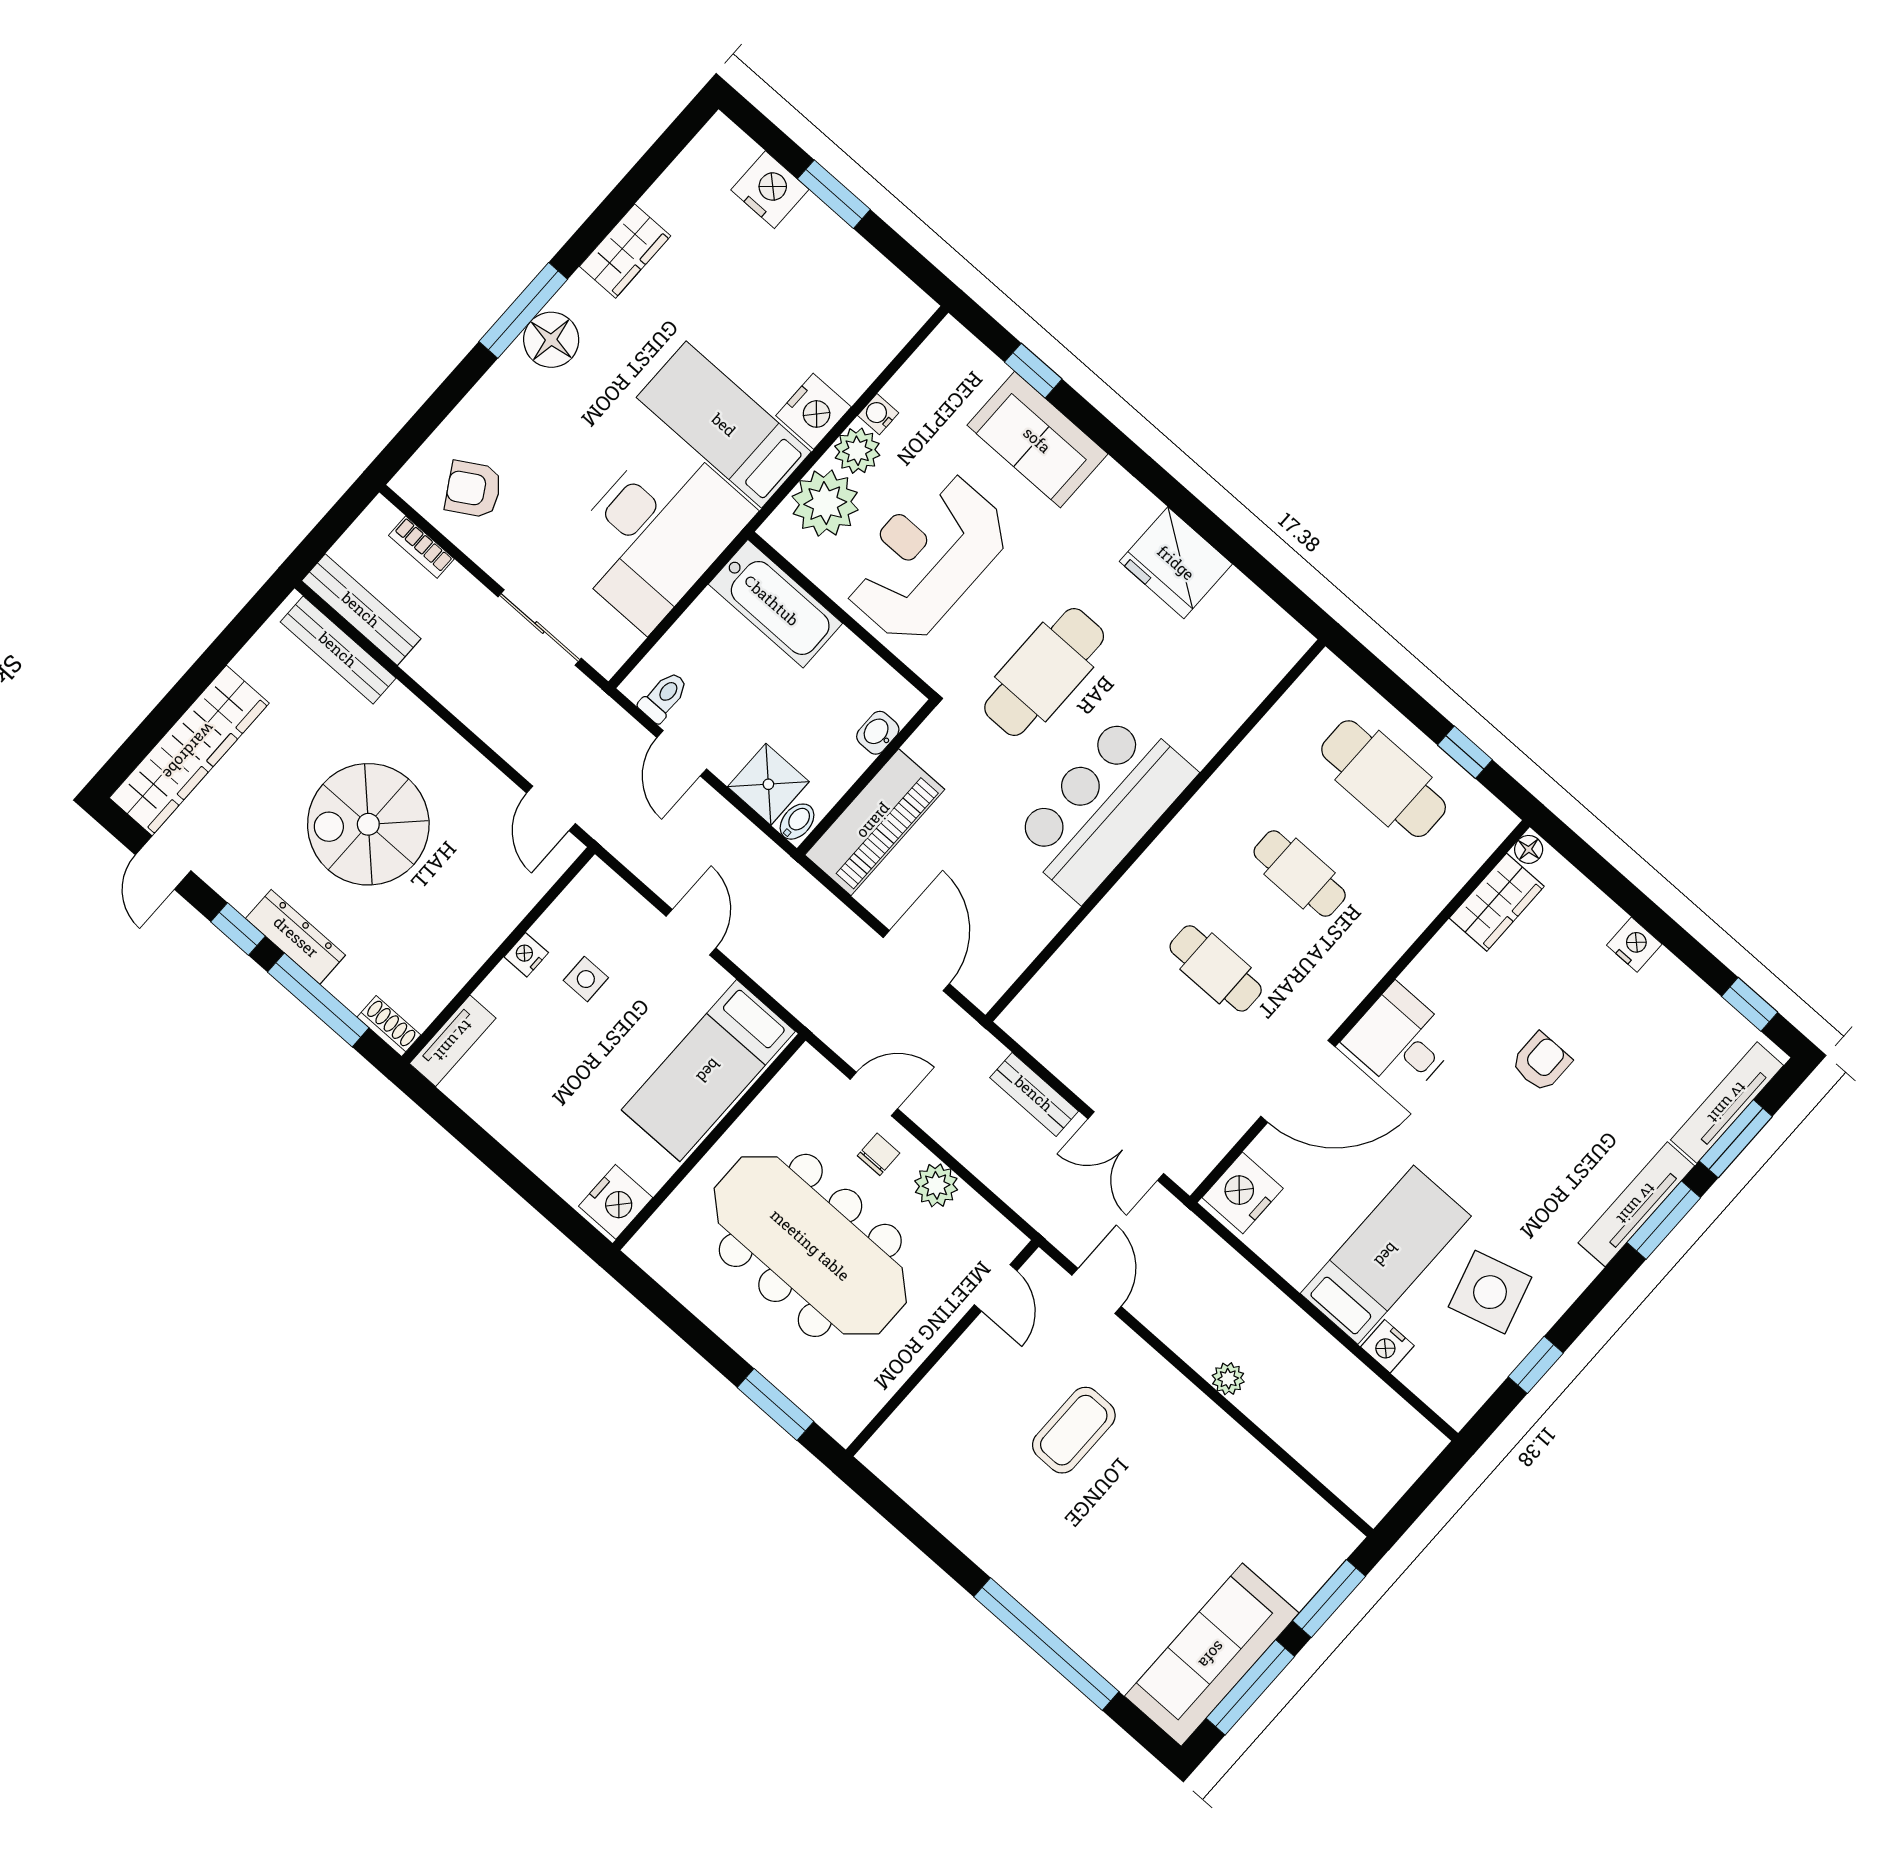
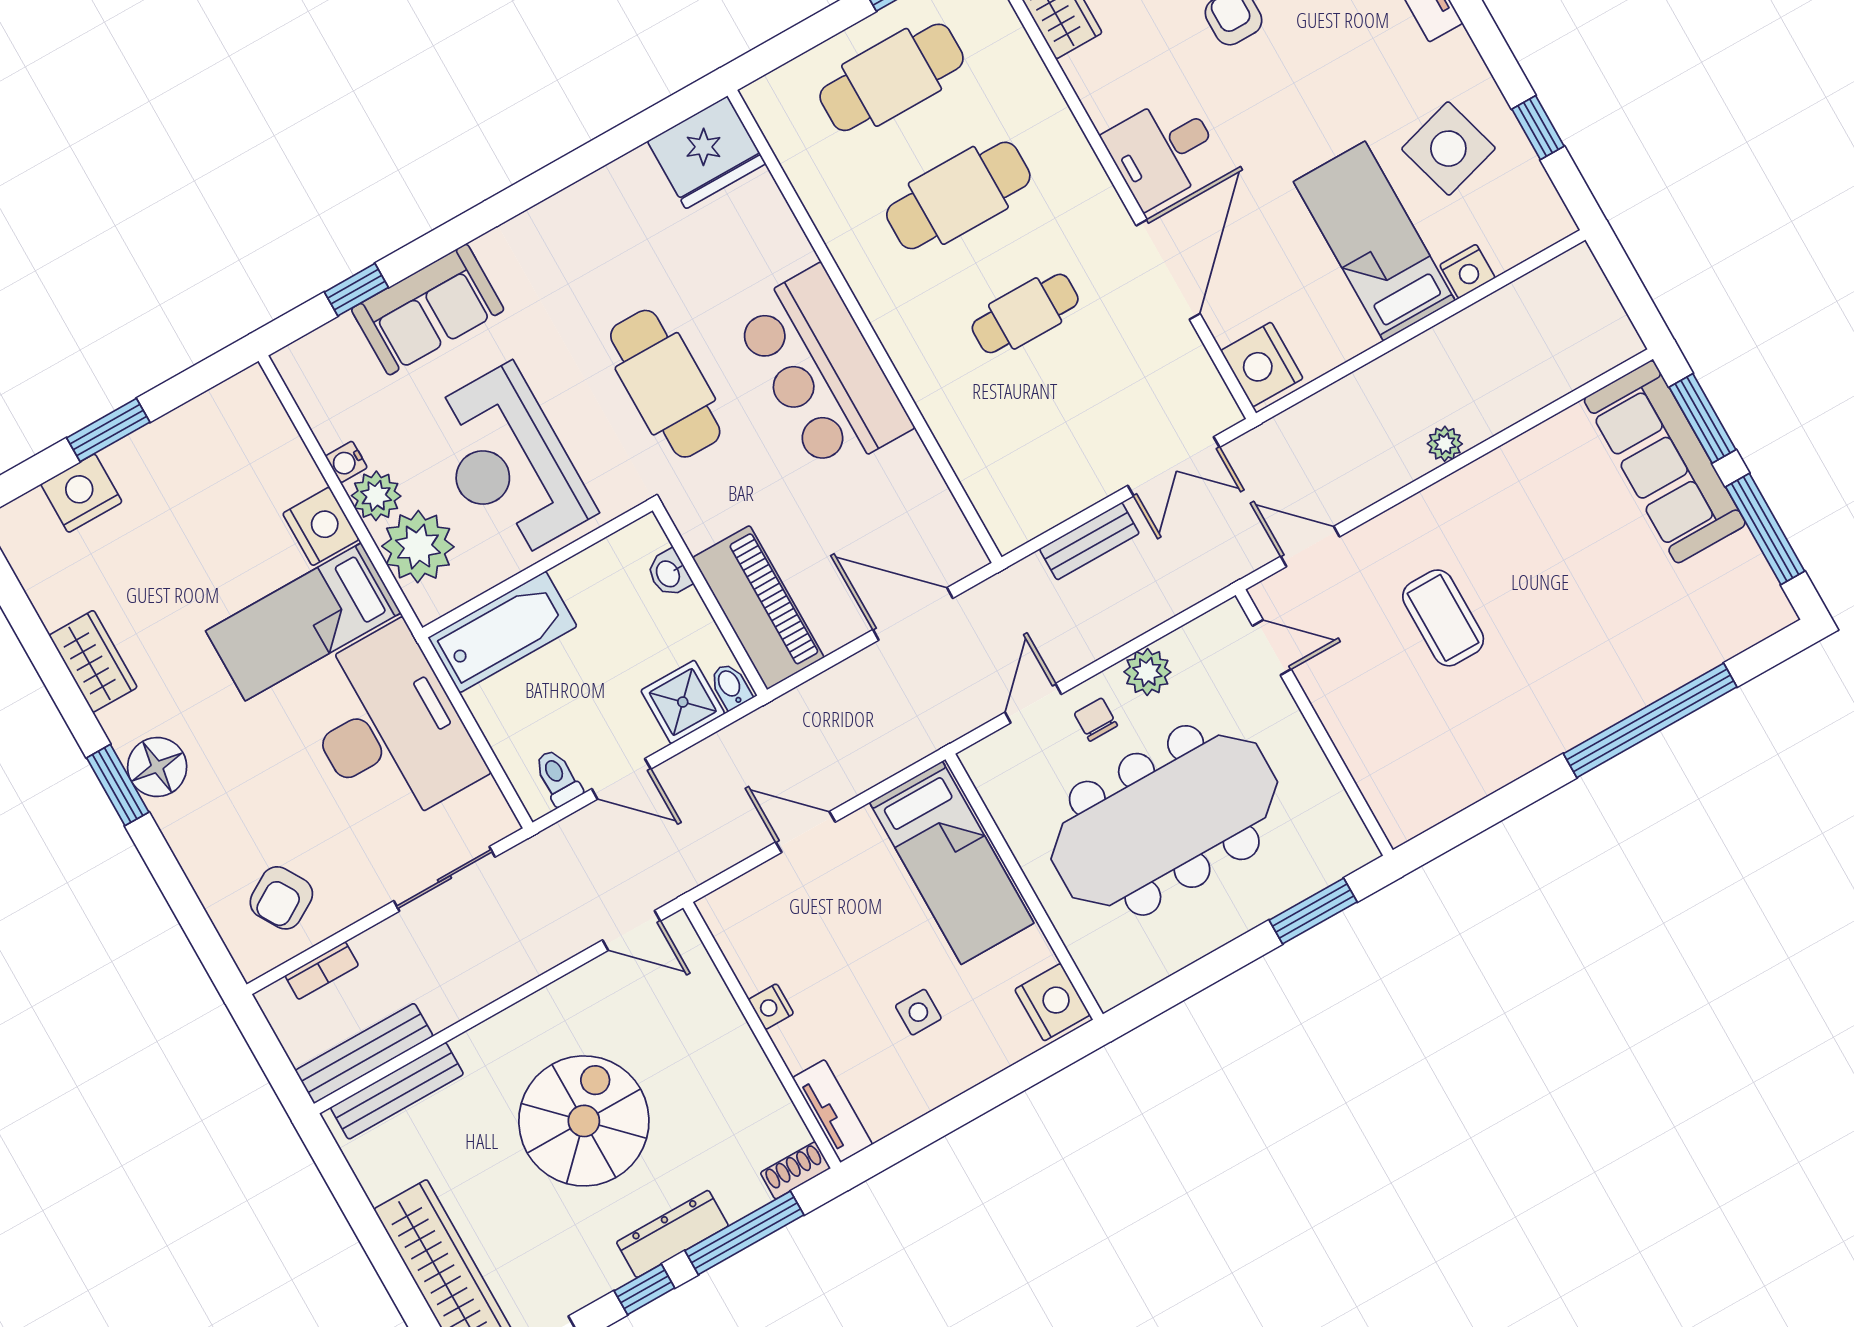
window: (523, 310) -> (118, 785), width x0.69
fridge: (1176, 563) -> (707, 152), moved
spiral stairs: (368, 824) -> (584, 1121), turned 180
cafe table: (1300, 874) -> (958, 195), width x1.37, depth x1.35
side table: (586, 979) -> (918, 1012), moved
sofa: (1212, 1655) -> (1665, 462), moved

